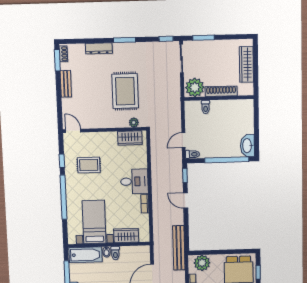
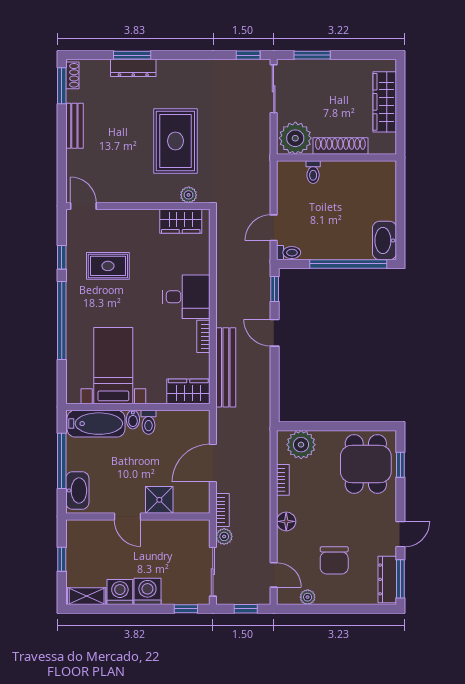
window: (125, 40) -> (132, 55), moved
wardrobe: (126, 235) -> (188, 391), moved
bench: (179, 248) -> (226, 367), moved

